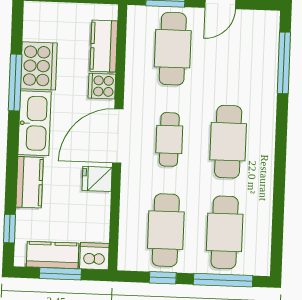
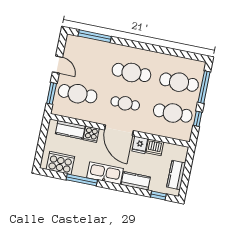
cooker: (39, 66) -> (60, 163), moved
dishwasher: (94, 256) -> (155, 147), moved, turned -90
window: (60, 274) -> (187, 173), removed

